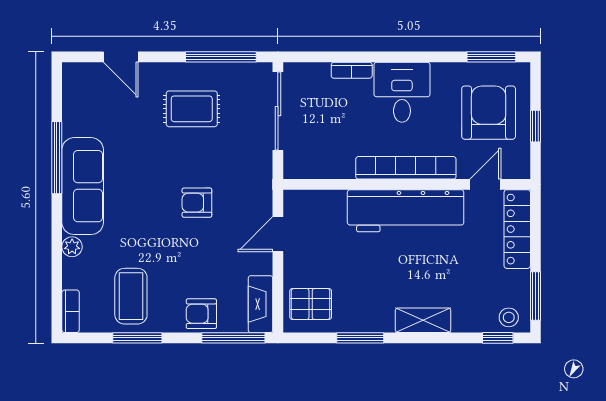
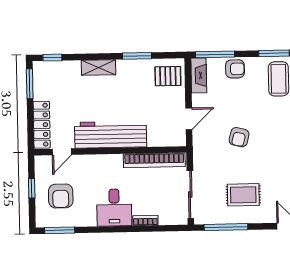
armchair: (489, 113) -> (61, 196), width x0.73, depth x0.73
bookcase: (406, 168) -> (154, 160), moved
armchair: (197, 203) -> (239, 137), turned 104
stool: (509, 317) -> (46, 70), removed

